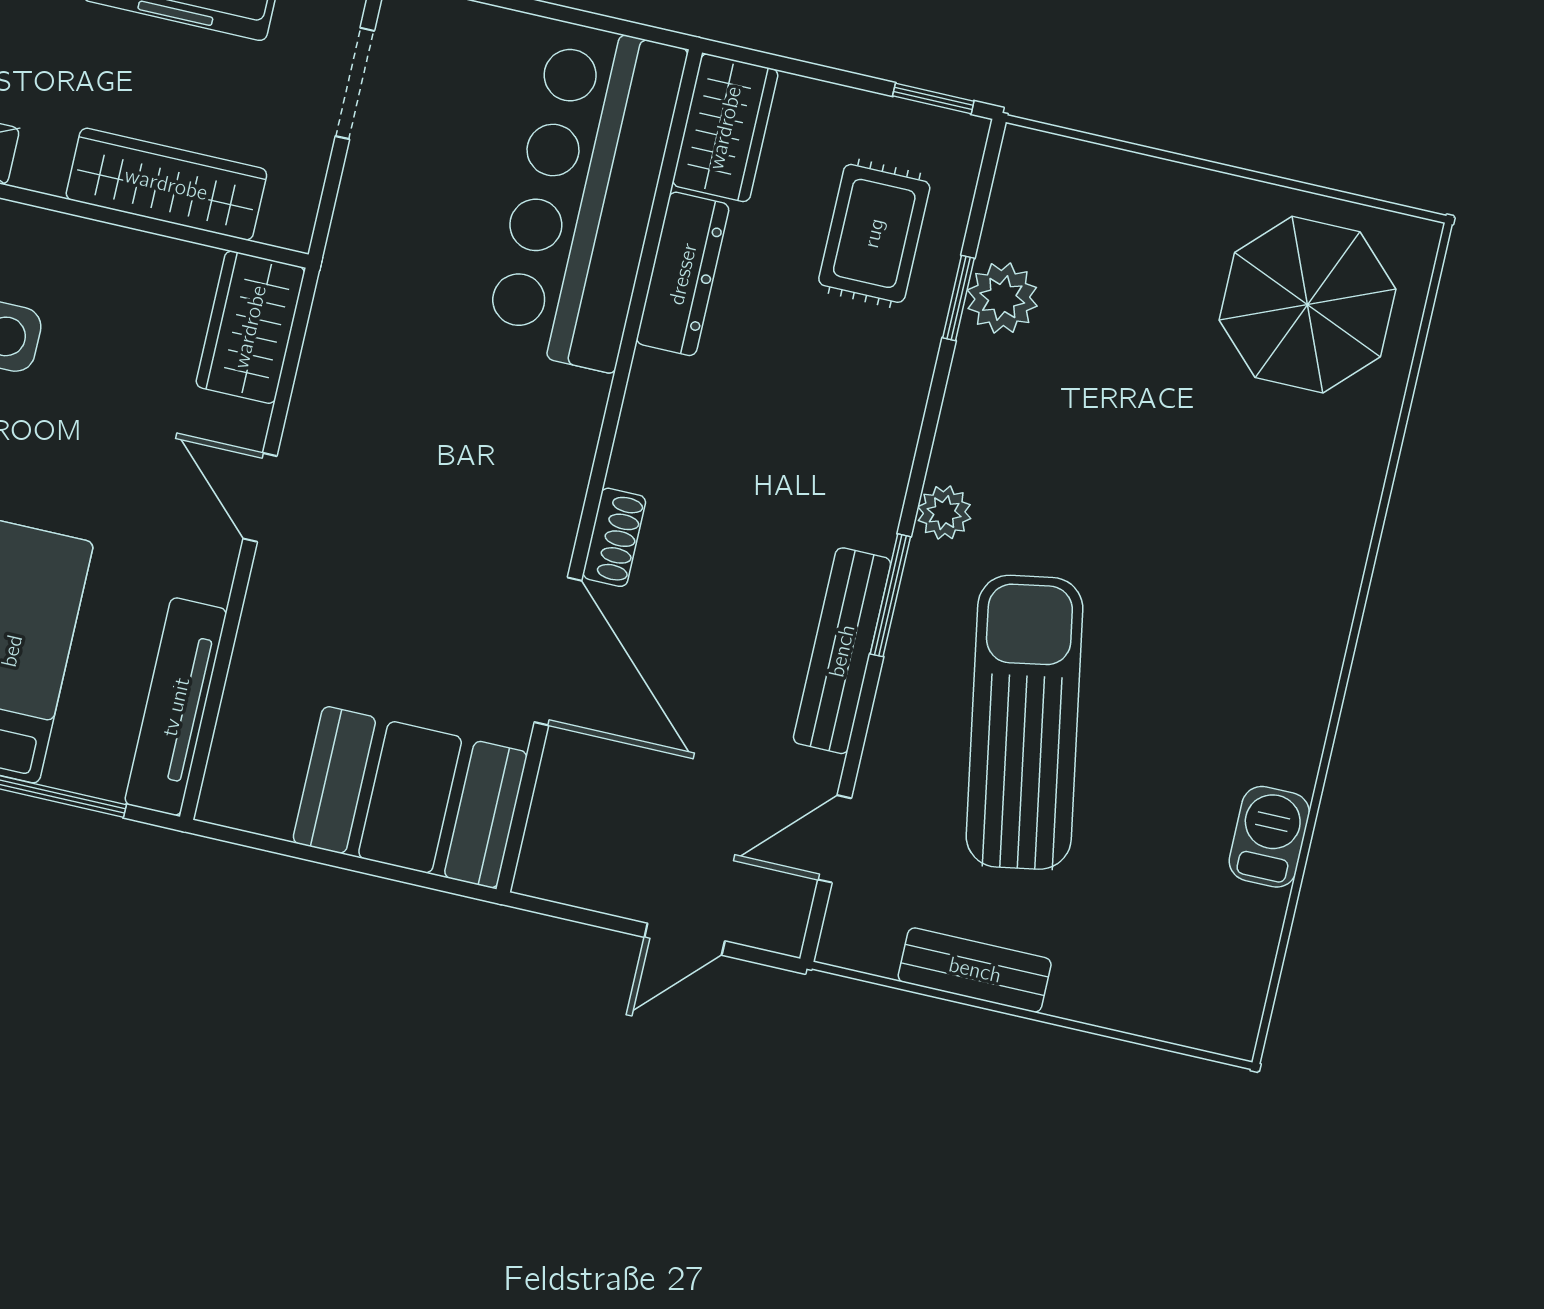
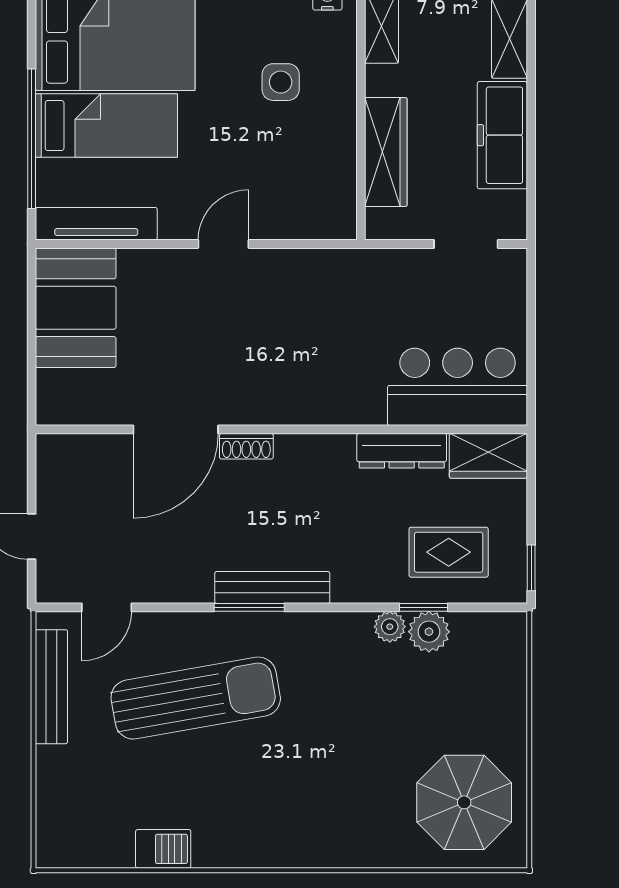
bar counter: (586, 197) -> (458, 387), width x0.73
wardrobe: (250, 327) -> (317, 217), removed
plant: (944, 513) -> (390, 627), moved
bench: (842, 651) -> (272, 587), moved
booth: (410, 797) -> (76, 308), moved
door: (835, 839) -> (107, 607), swing flipped
bench: (975, 970) -> (51, 687), width x1.36

